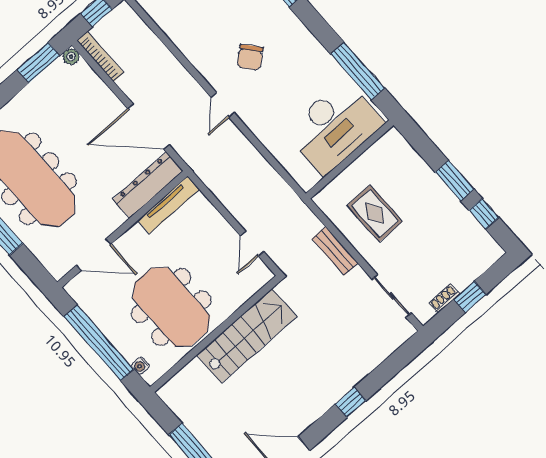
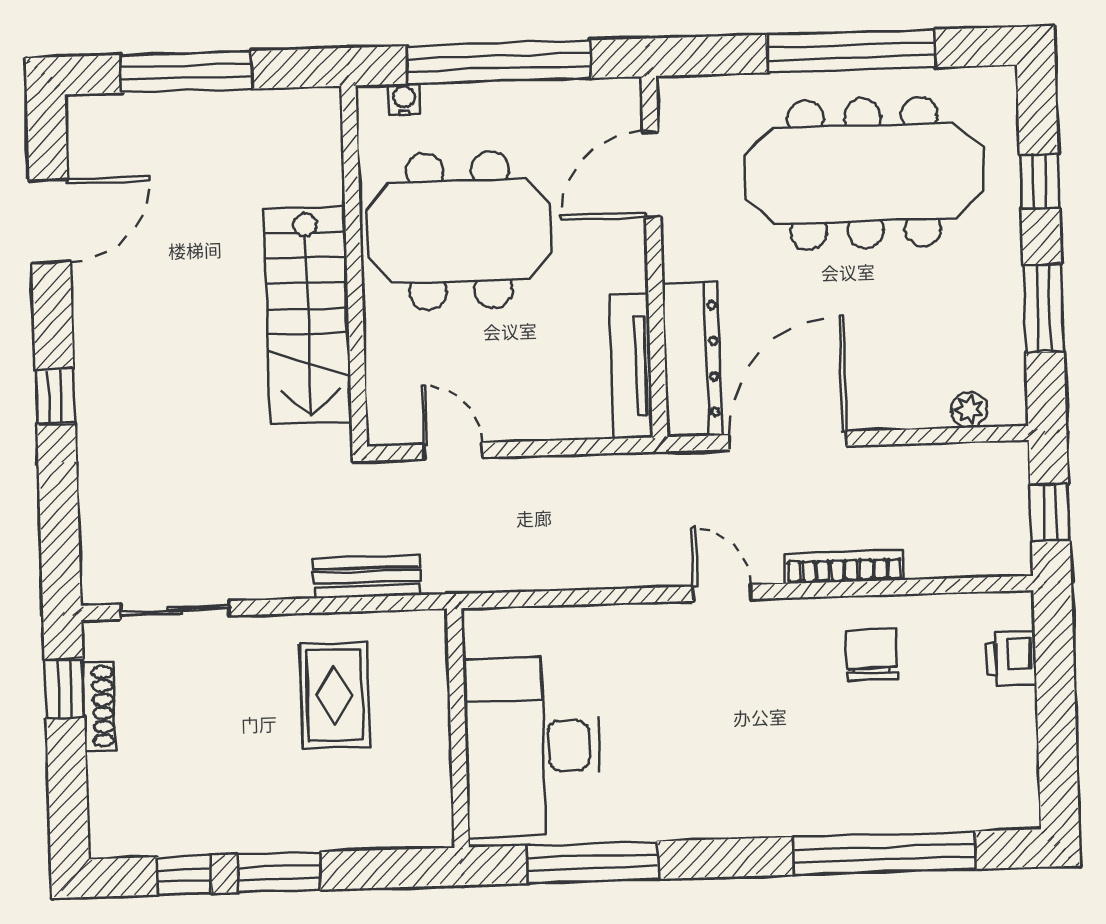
plant: (71, 57) -> (969, 410), moved
bookcase: (100, 57) -> (844, 567), moved, turned 180
chair: (250, 57) -> (871, 655), moved, turned 40
window: (39, 63) -> (1044, 308), moved
rug: (375, 213) -> (334, 695), turned 90
bench: (335, 251) -> (367, 577), moved
window: (470, 297) -> (64, 688), moved
shoe rack: (444, 299) -> (99, 706), width x1.43

